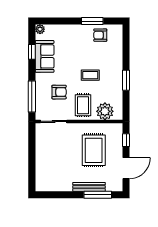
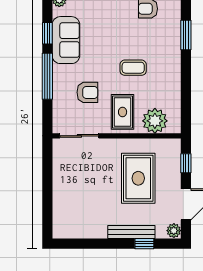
window: (126, 80) -> (186, 35), moved
window: (32, 97) -> (47, 76), moved
plant: (118, 186) -> (174, 231), added
window: (98, 195) -> (144, 244), width x0.46

